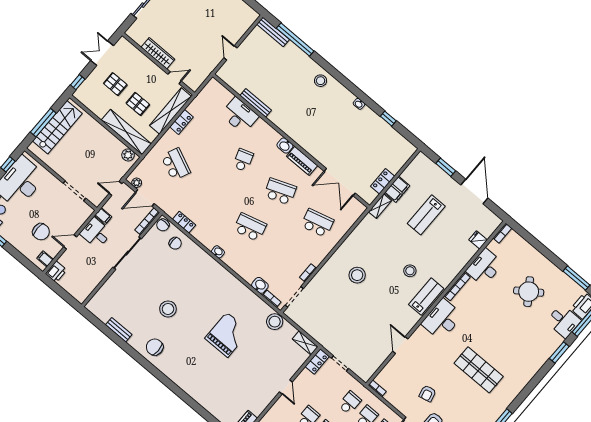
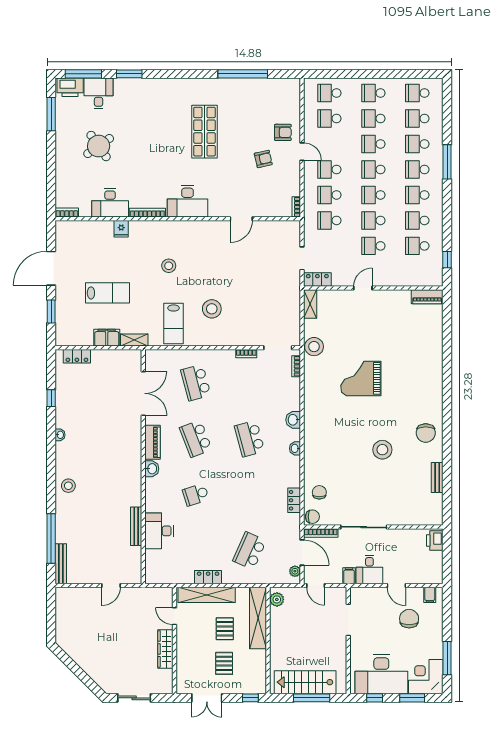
locker: (383, 181) -> (77, 356), moved
fridge: (478, 240) -> (121, 229), moved
printer: (56, 272) -> (435, 540), moved, turned -90
washbasin: (260, 285) -> (293, 420), moved
lab bench: (426, 297) -> (174, 323), moved, turned -90

